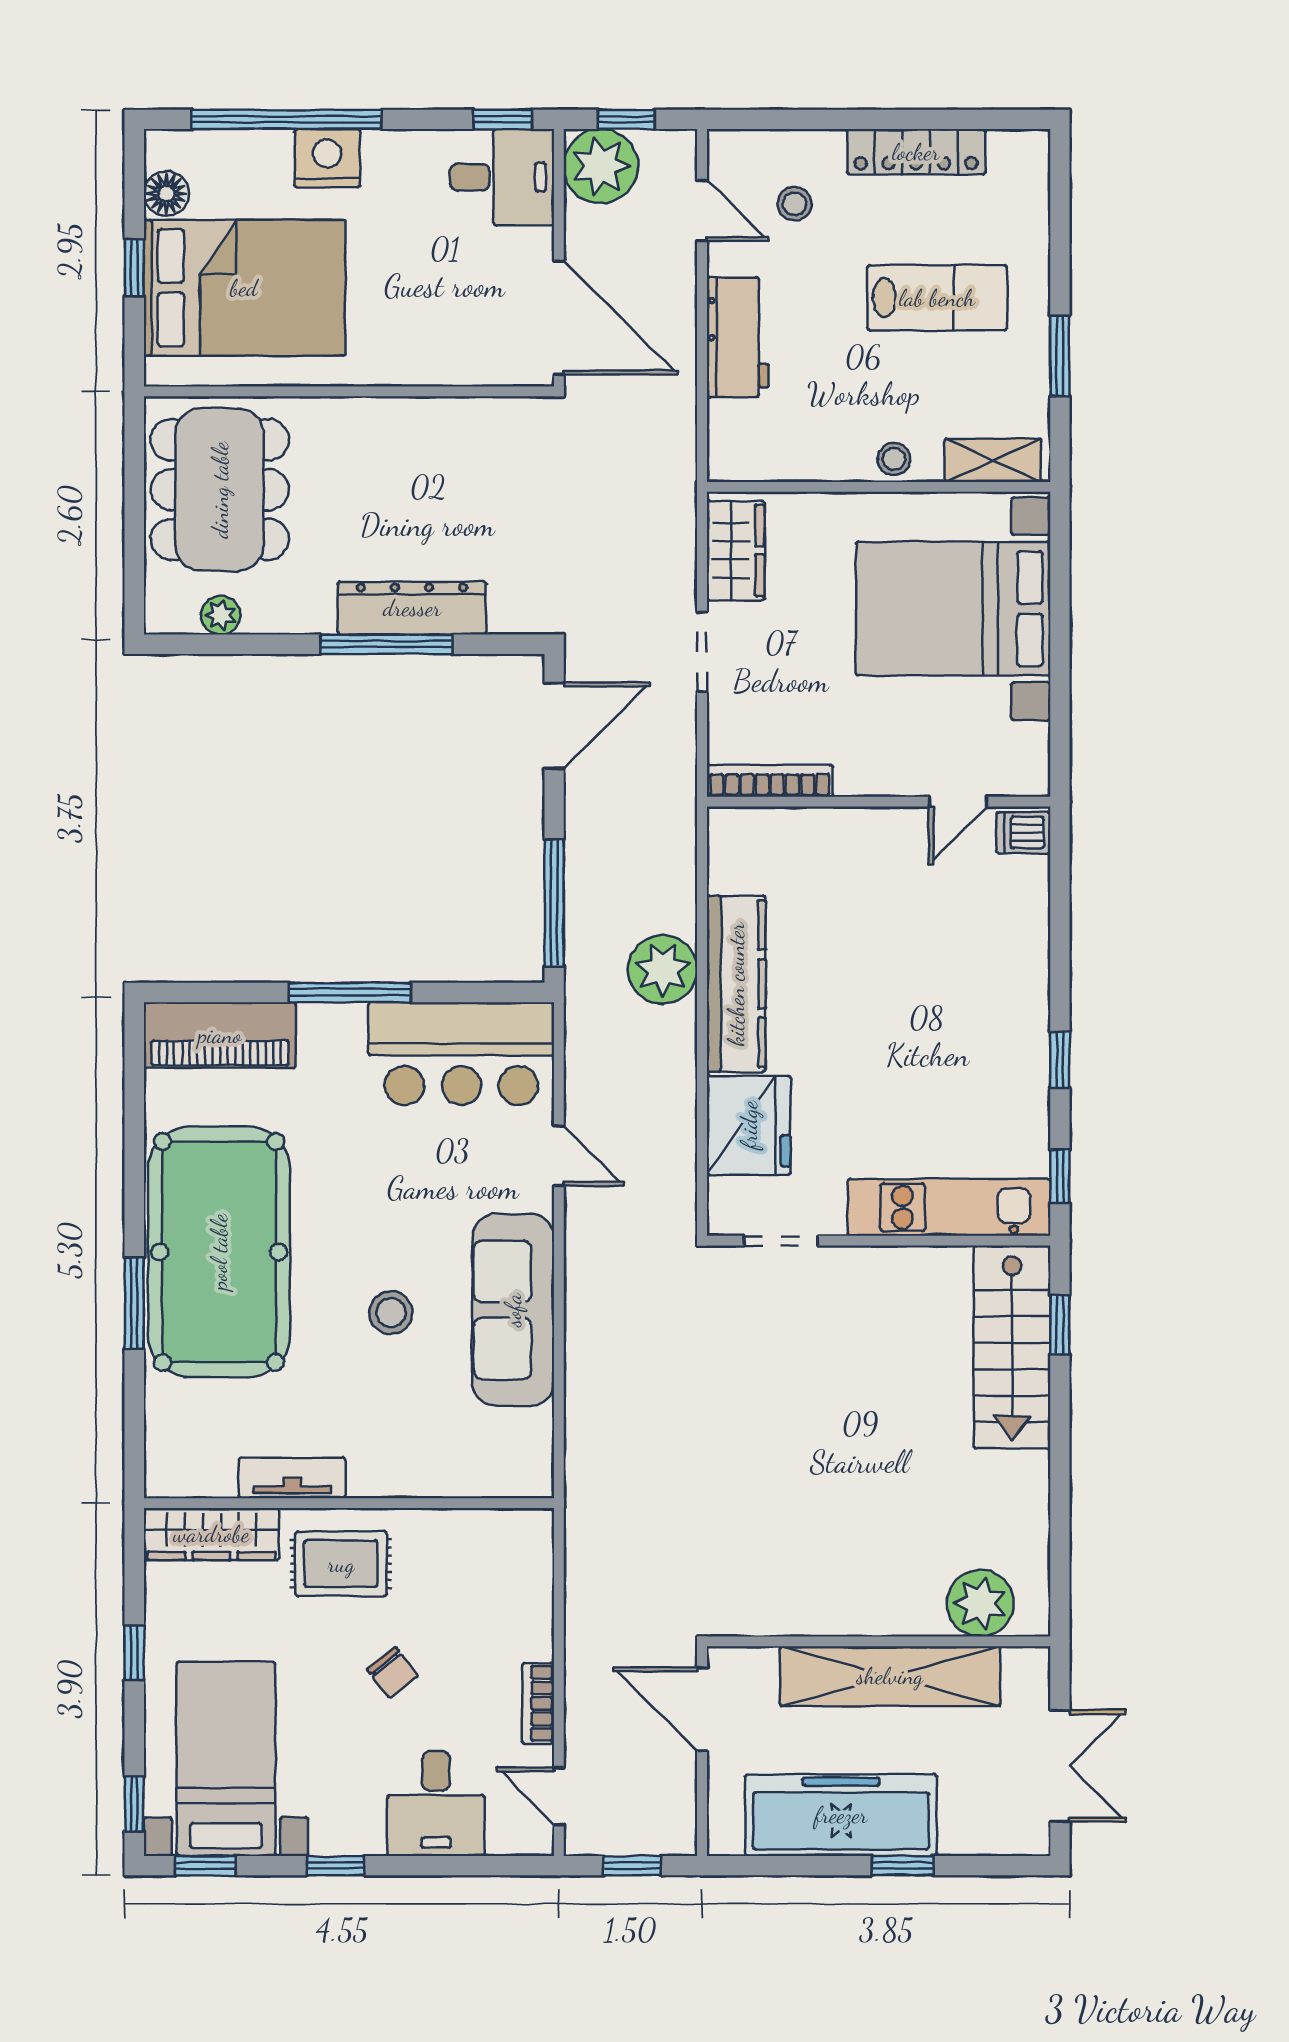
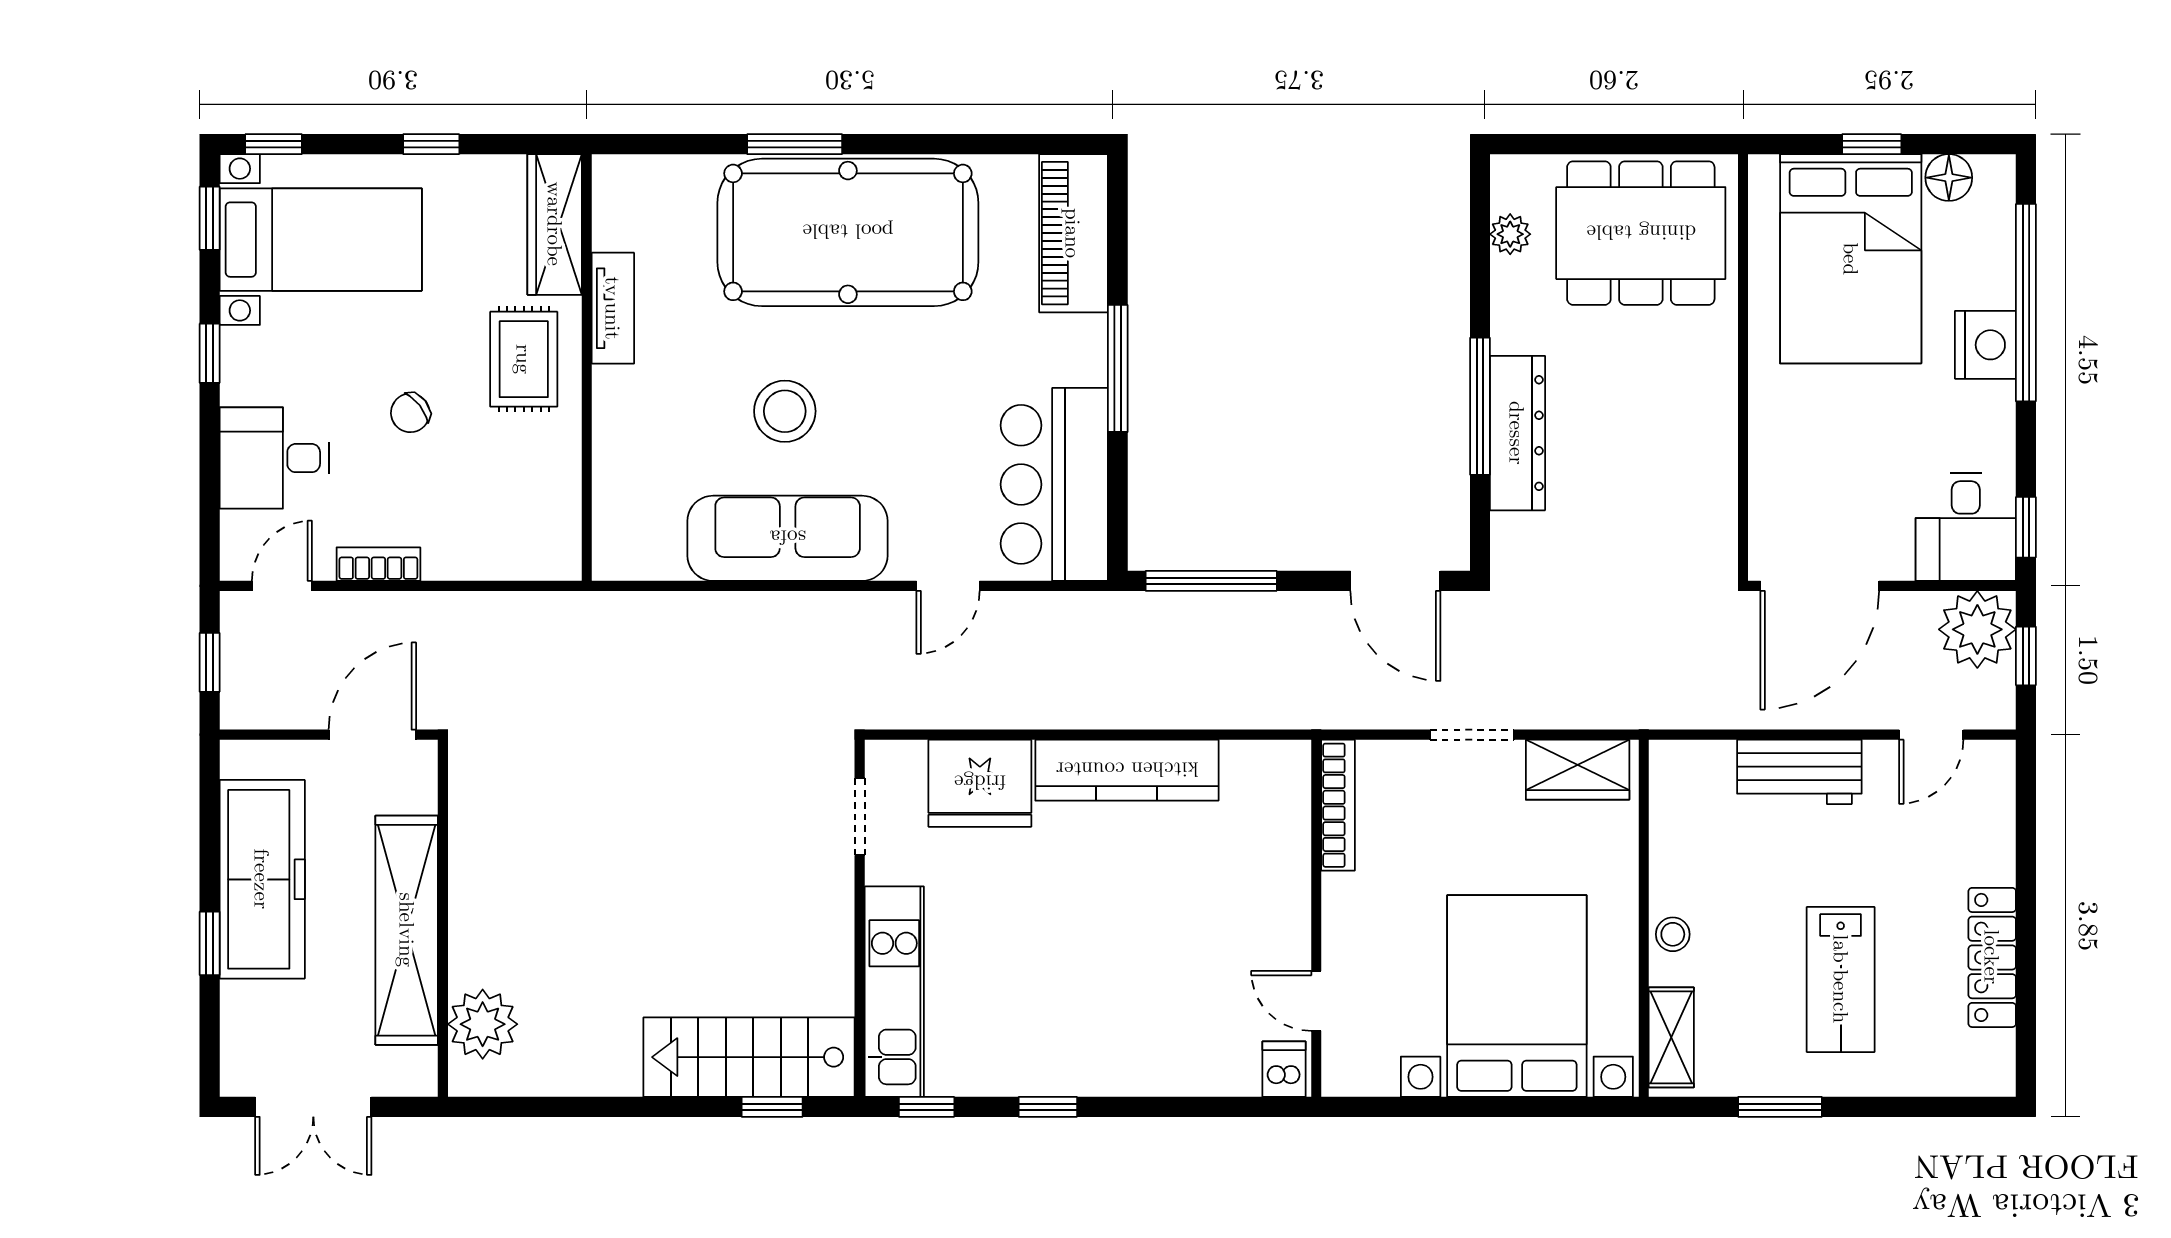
stool: (795, 204) -> (1938, 831), removed
plant: (663, 969) -> (1142, 694), removed
stool: (391, 1313) -> (785, 411), width x1.38, depth x1.38

